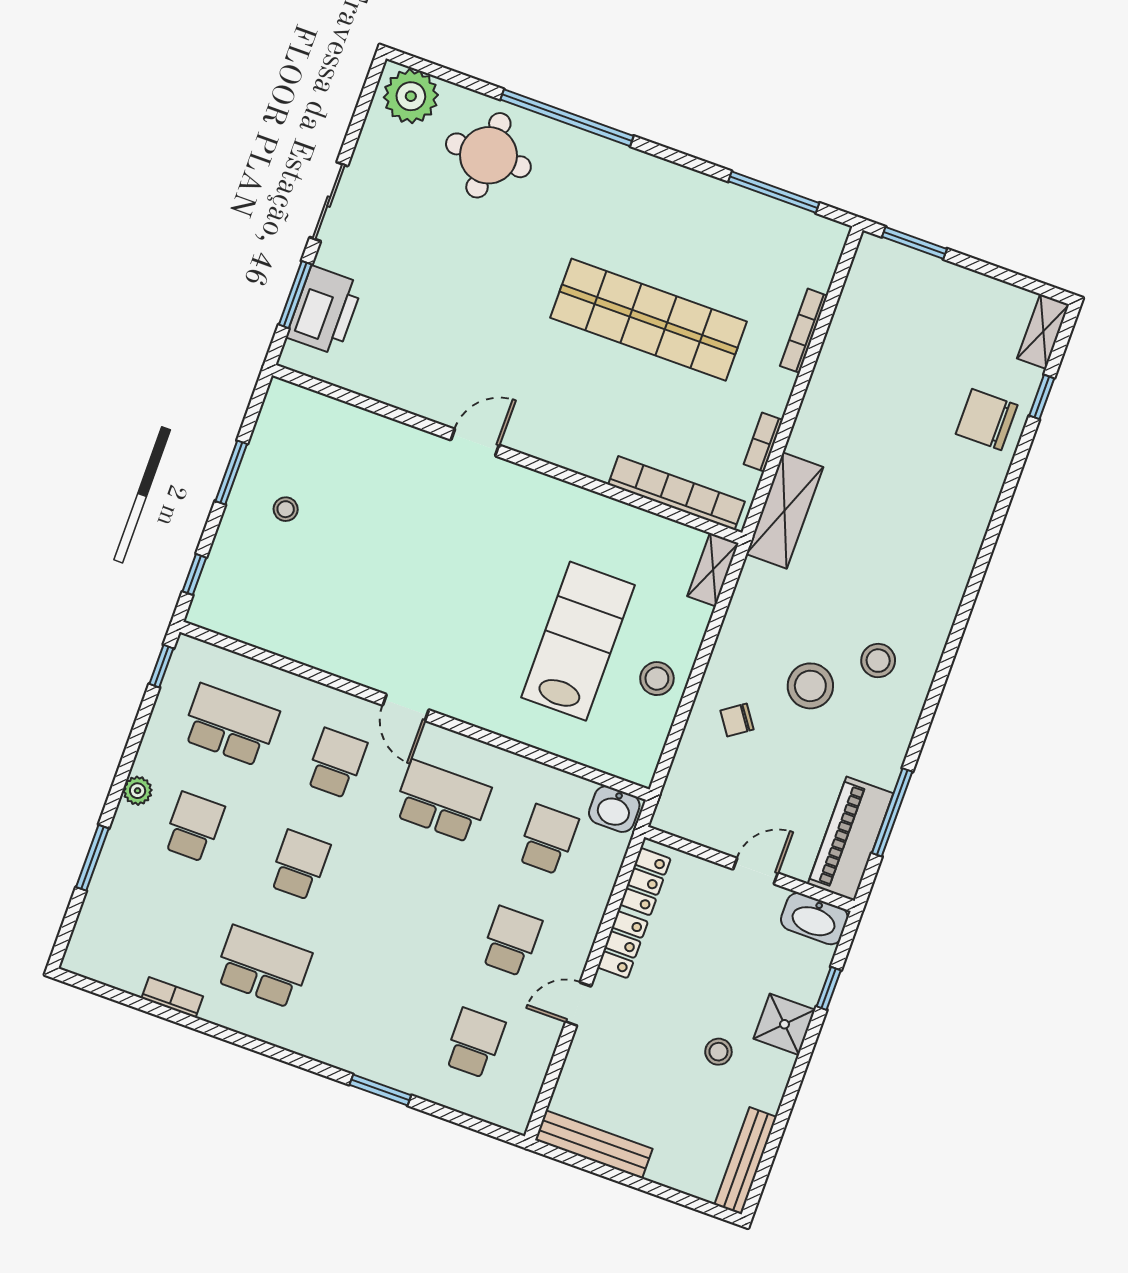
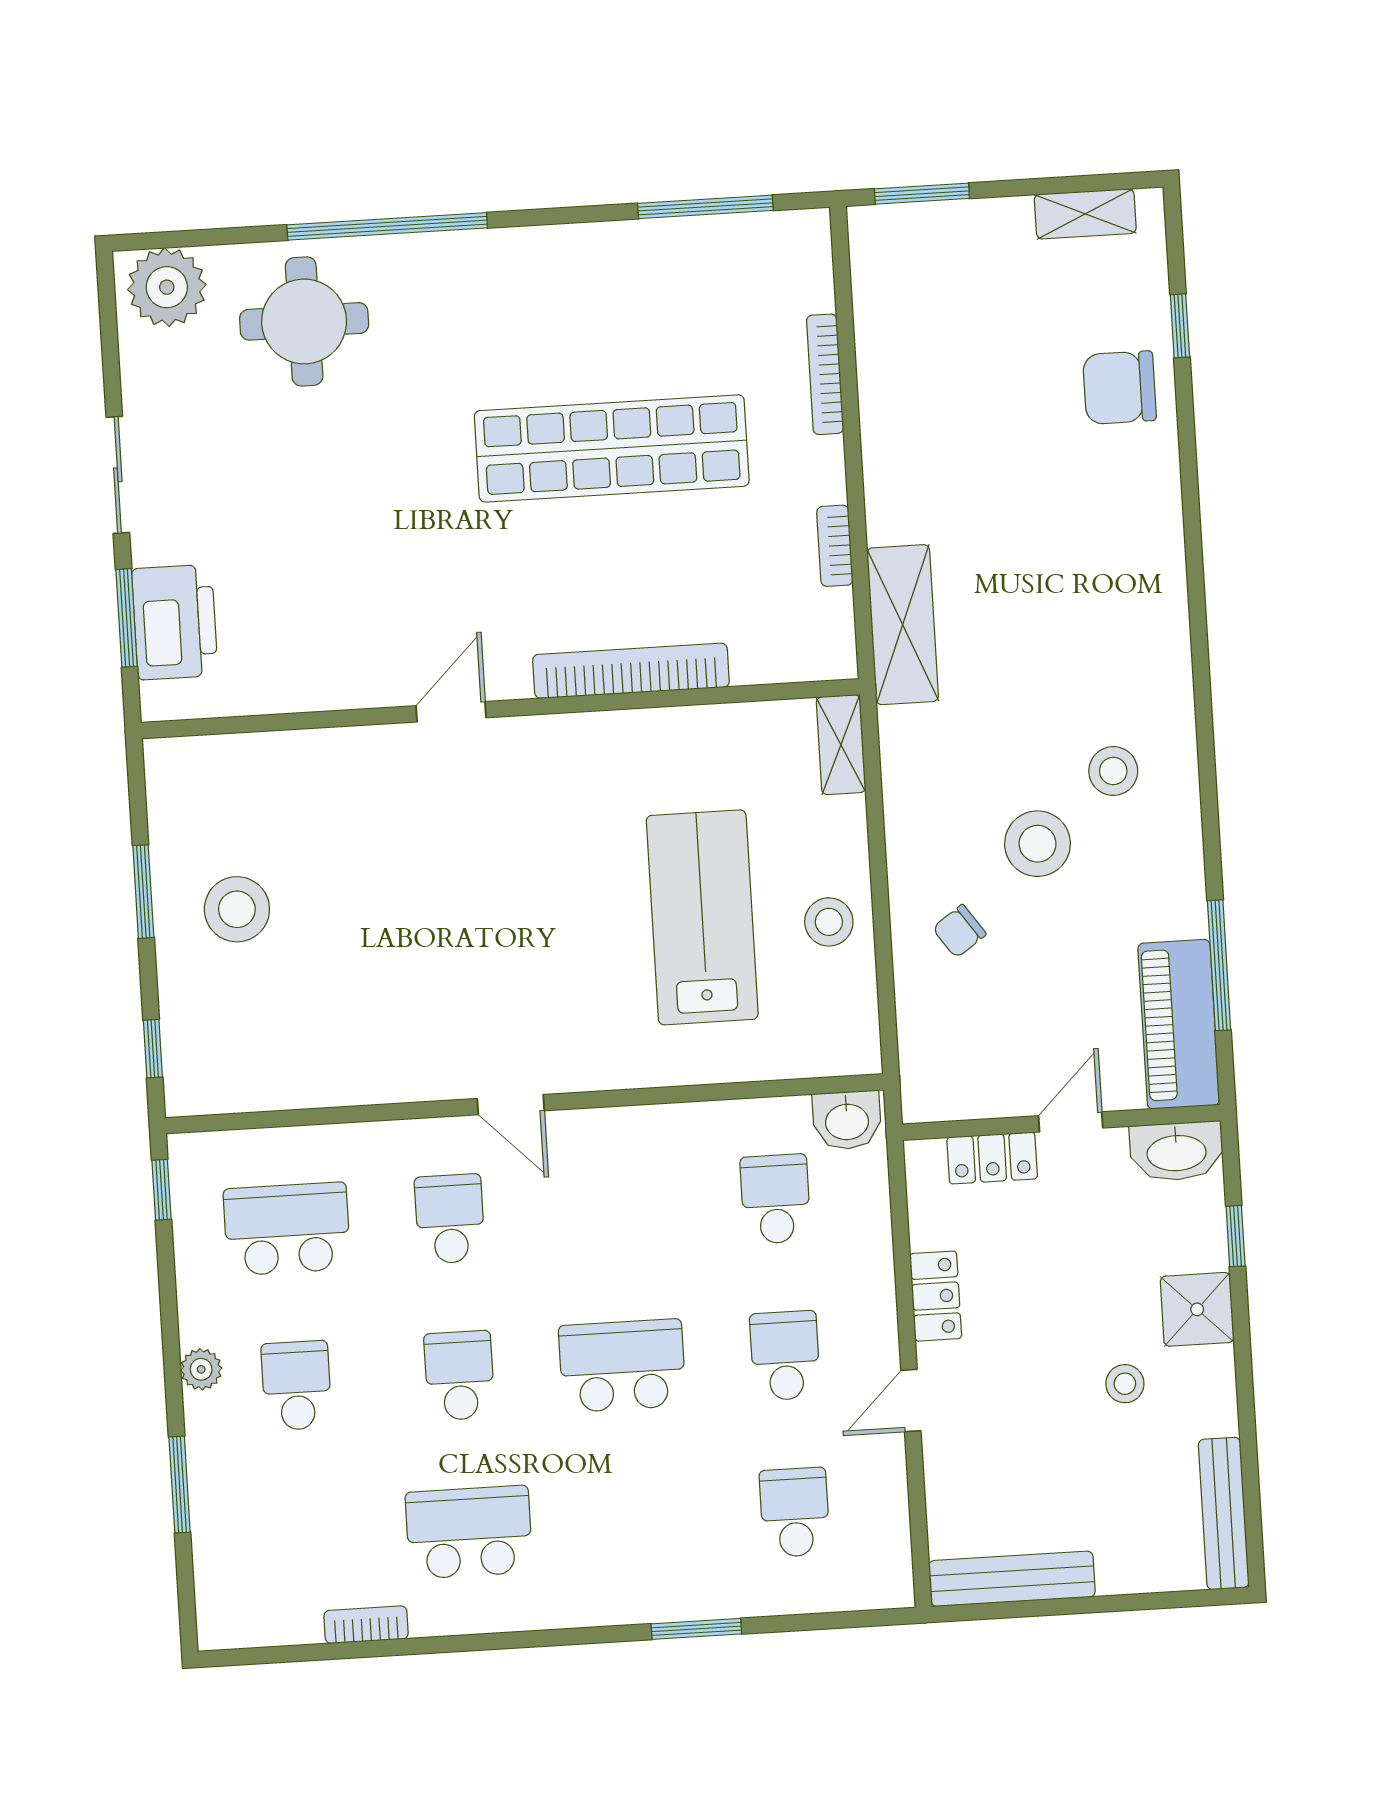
shelving: (1043, 331) -> (1085, 214), moved, turned 90
bookcase: (676, 493) -> (631, 671), moved
stool: (286, 509) -> (237, 909), width x1.89, depth x1.89
school desk: (442, 801) -> (622, 1366), moved
locker: (645, 882) -> (992, 1158), moved, turned 90

